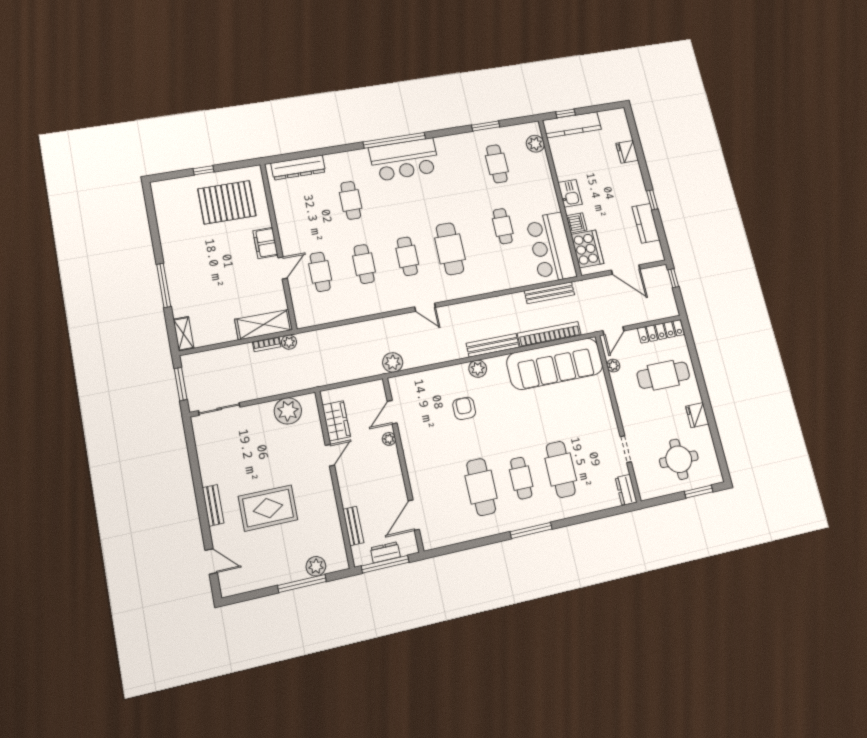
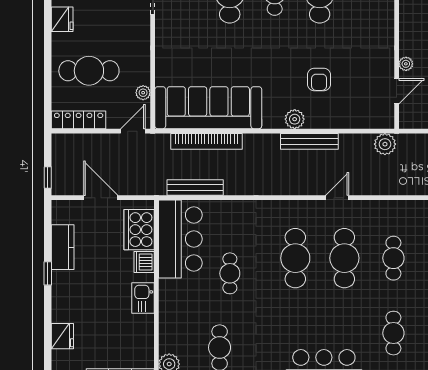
cafe table: (407, 256) -> (344, 258), width x1.37, depth x1.35
door: (425, 307) -> (337, 198), hinge flipped
bench: (493, 345) -> (309, 141), moved

